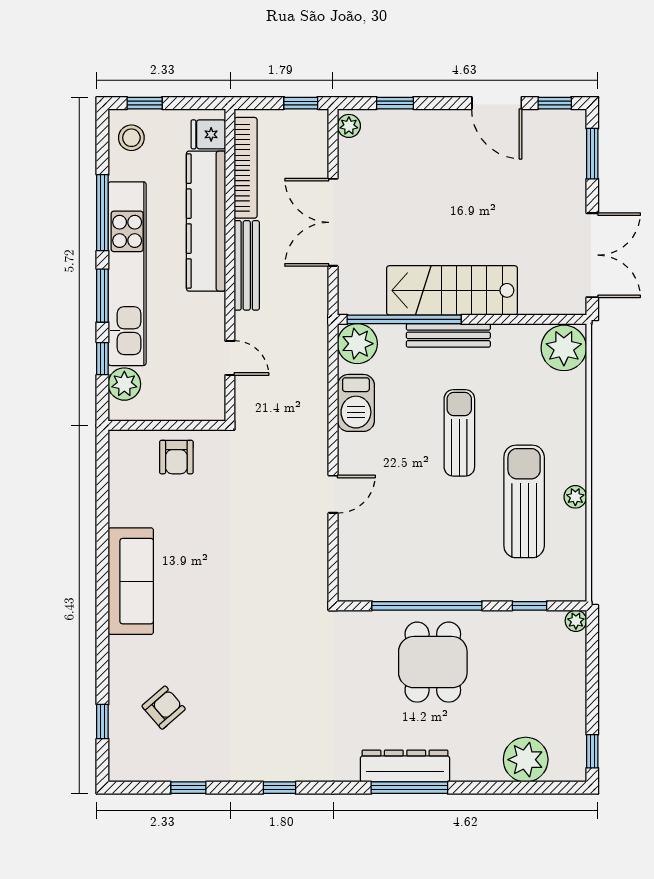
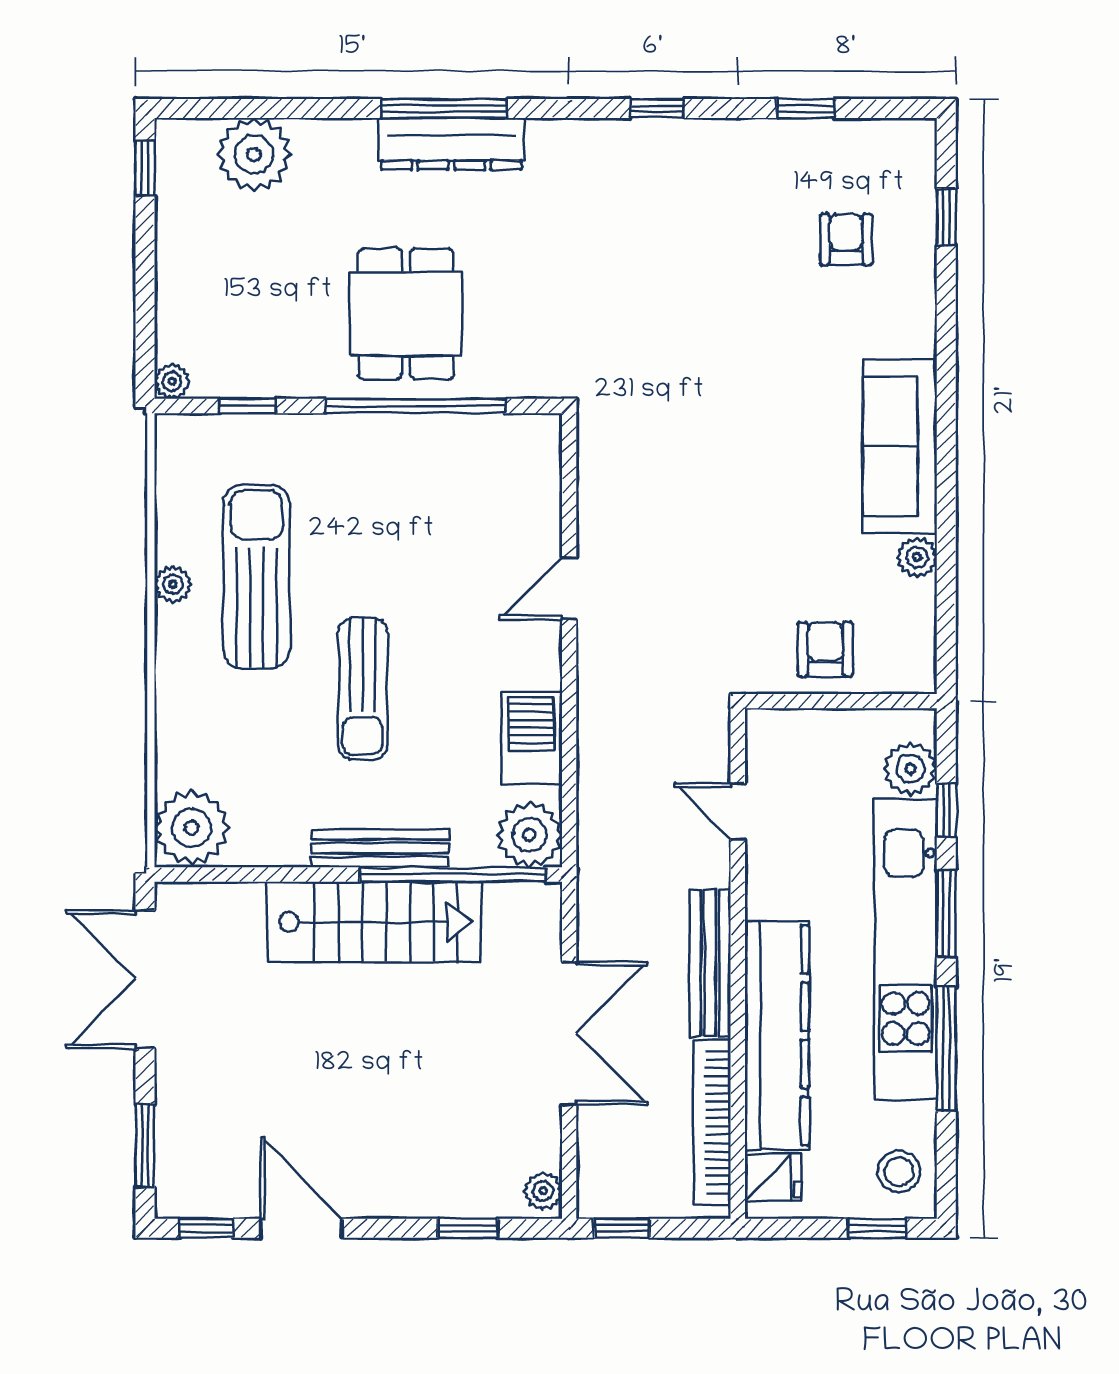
sun lounger: (524, 501) -> (257, 577), turned 180
plant: (120, 513) -> (917, 557), added
armchair: (164, 708) -> (846, 240), turned 131

